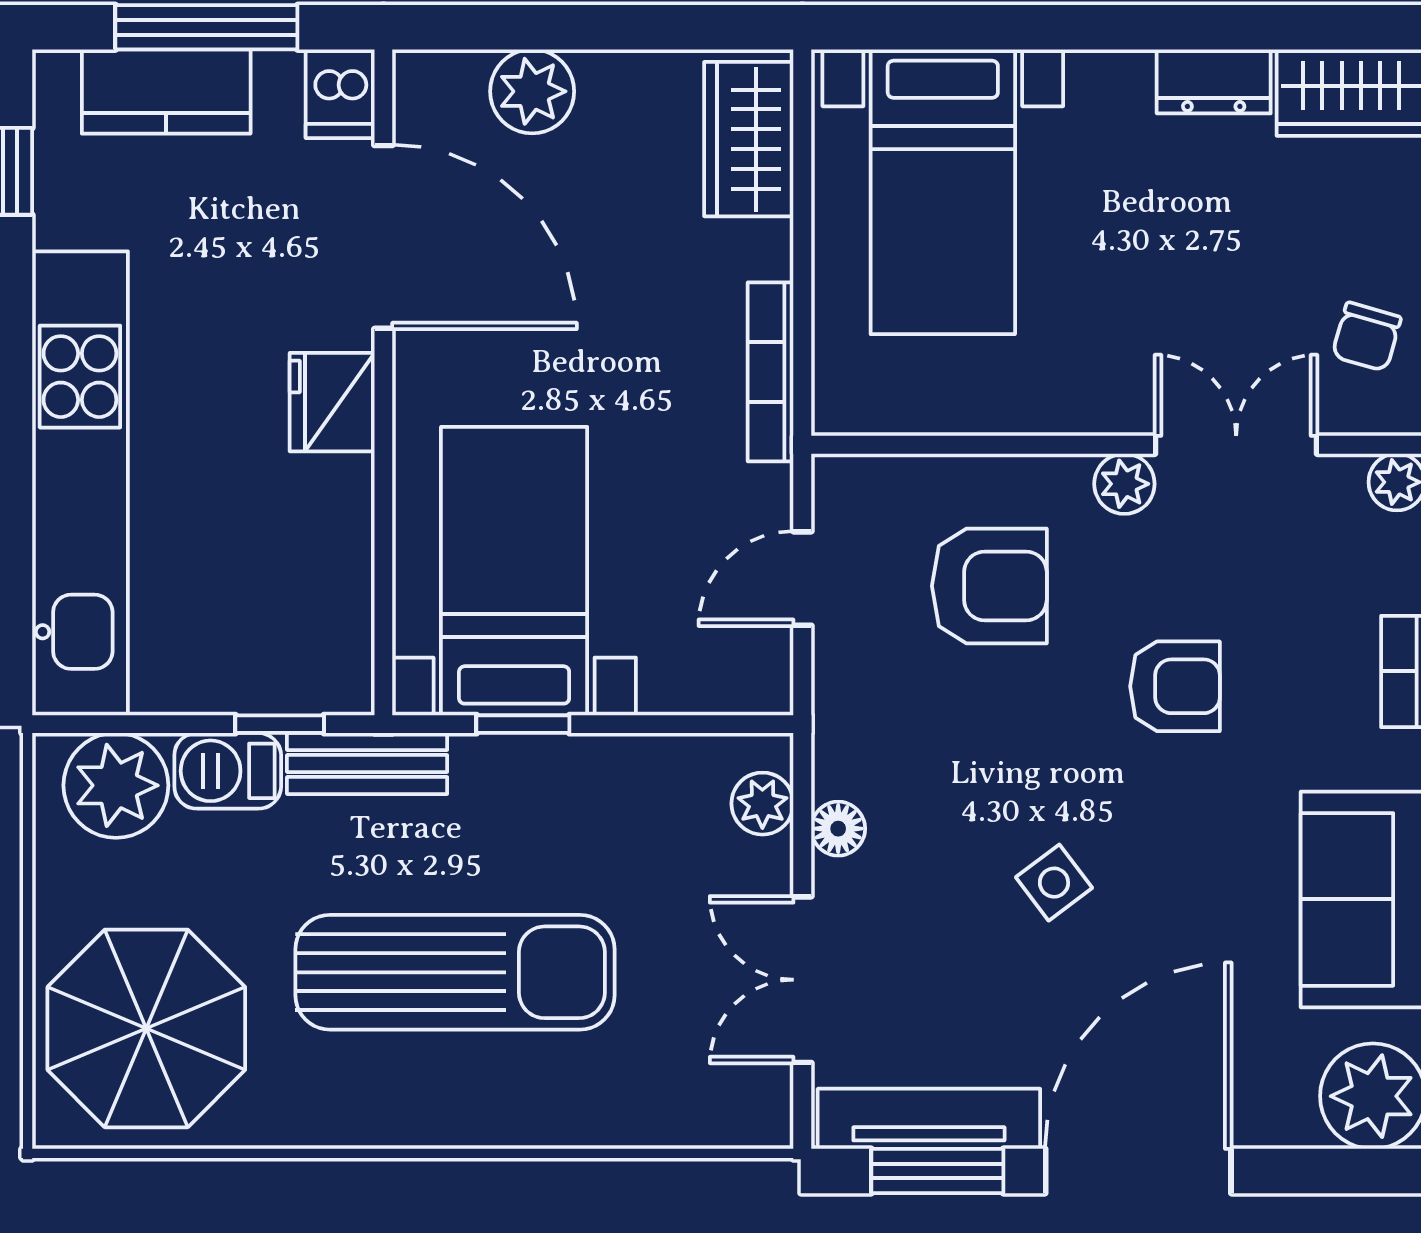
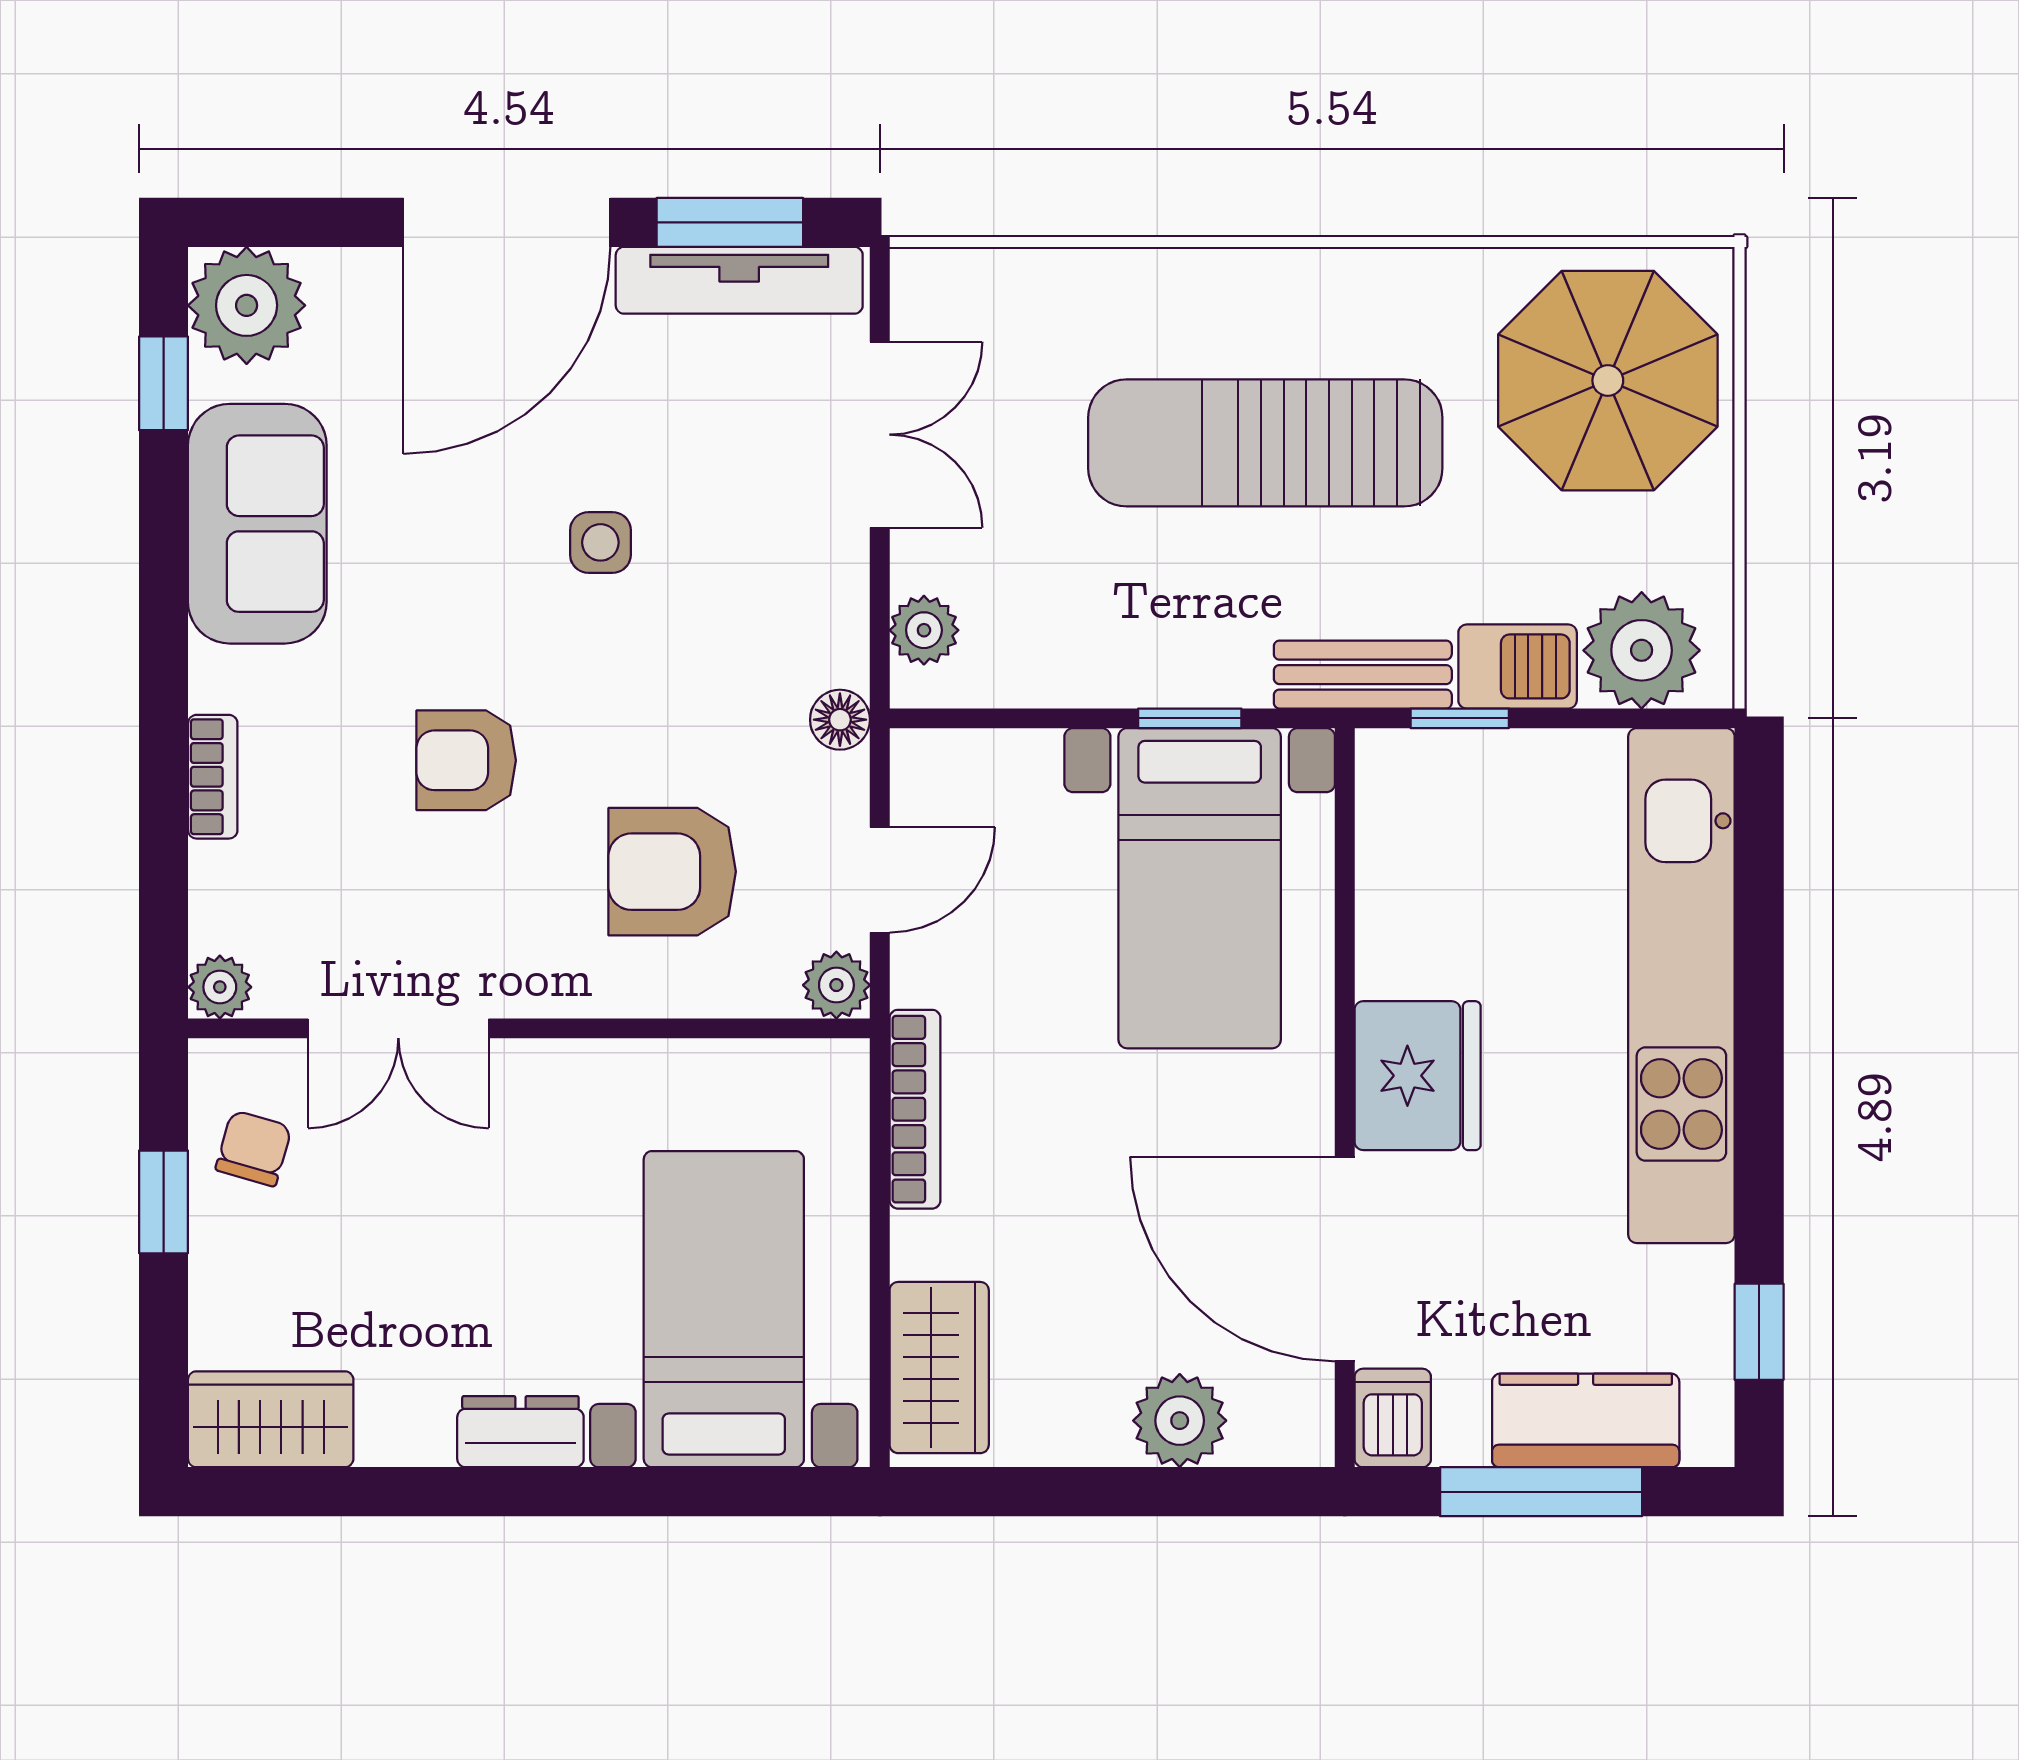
dresser: (1214, 81) -> (520, 1432), moved
fridge: (332, 402) -> (1418, 1076), width x1.36, depth x1.34
plant: (1124, 484) -> (836, 985), moved
floor lamp: (838, 829) -> (840, 720), moved
side table: (1054, 883) -> (600, 542), turned 37

